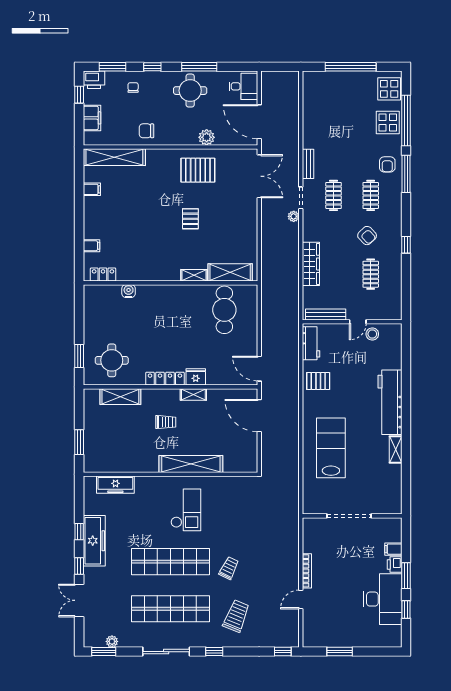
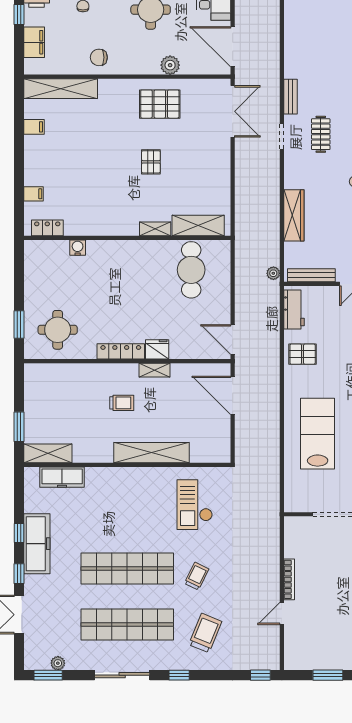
plant: (294, 216) -> (273, 273), moved
shelving: (120, 397) -> (48, 453), moved
checkout: (186, 510) -> (195, 505), moved, turned 180

